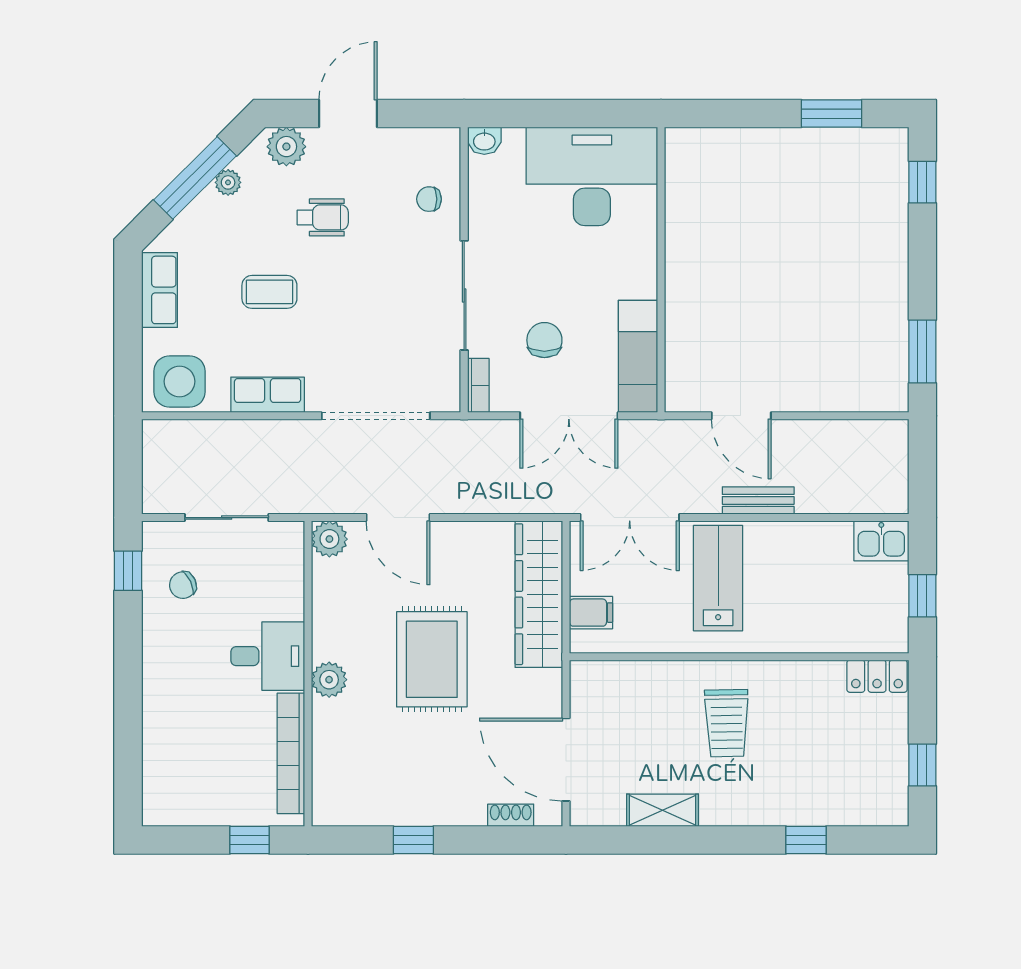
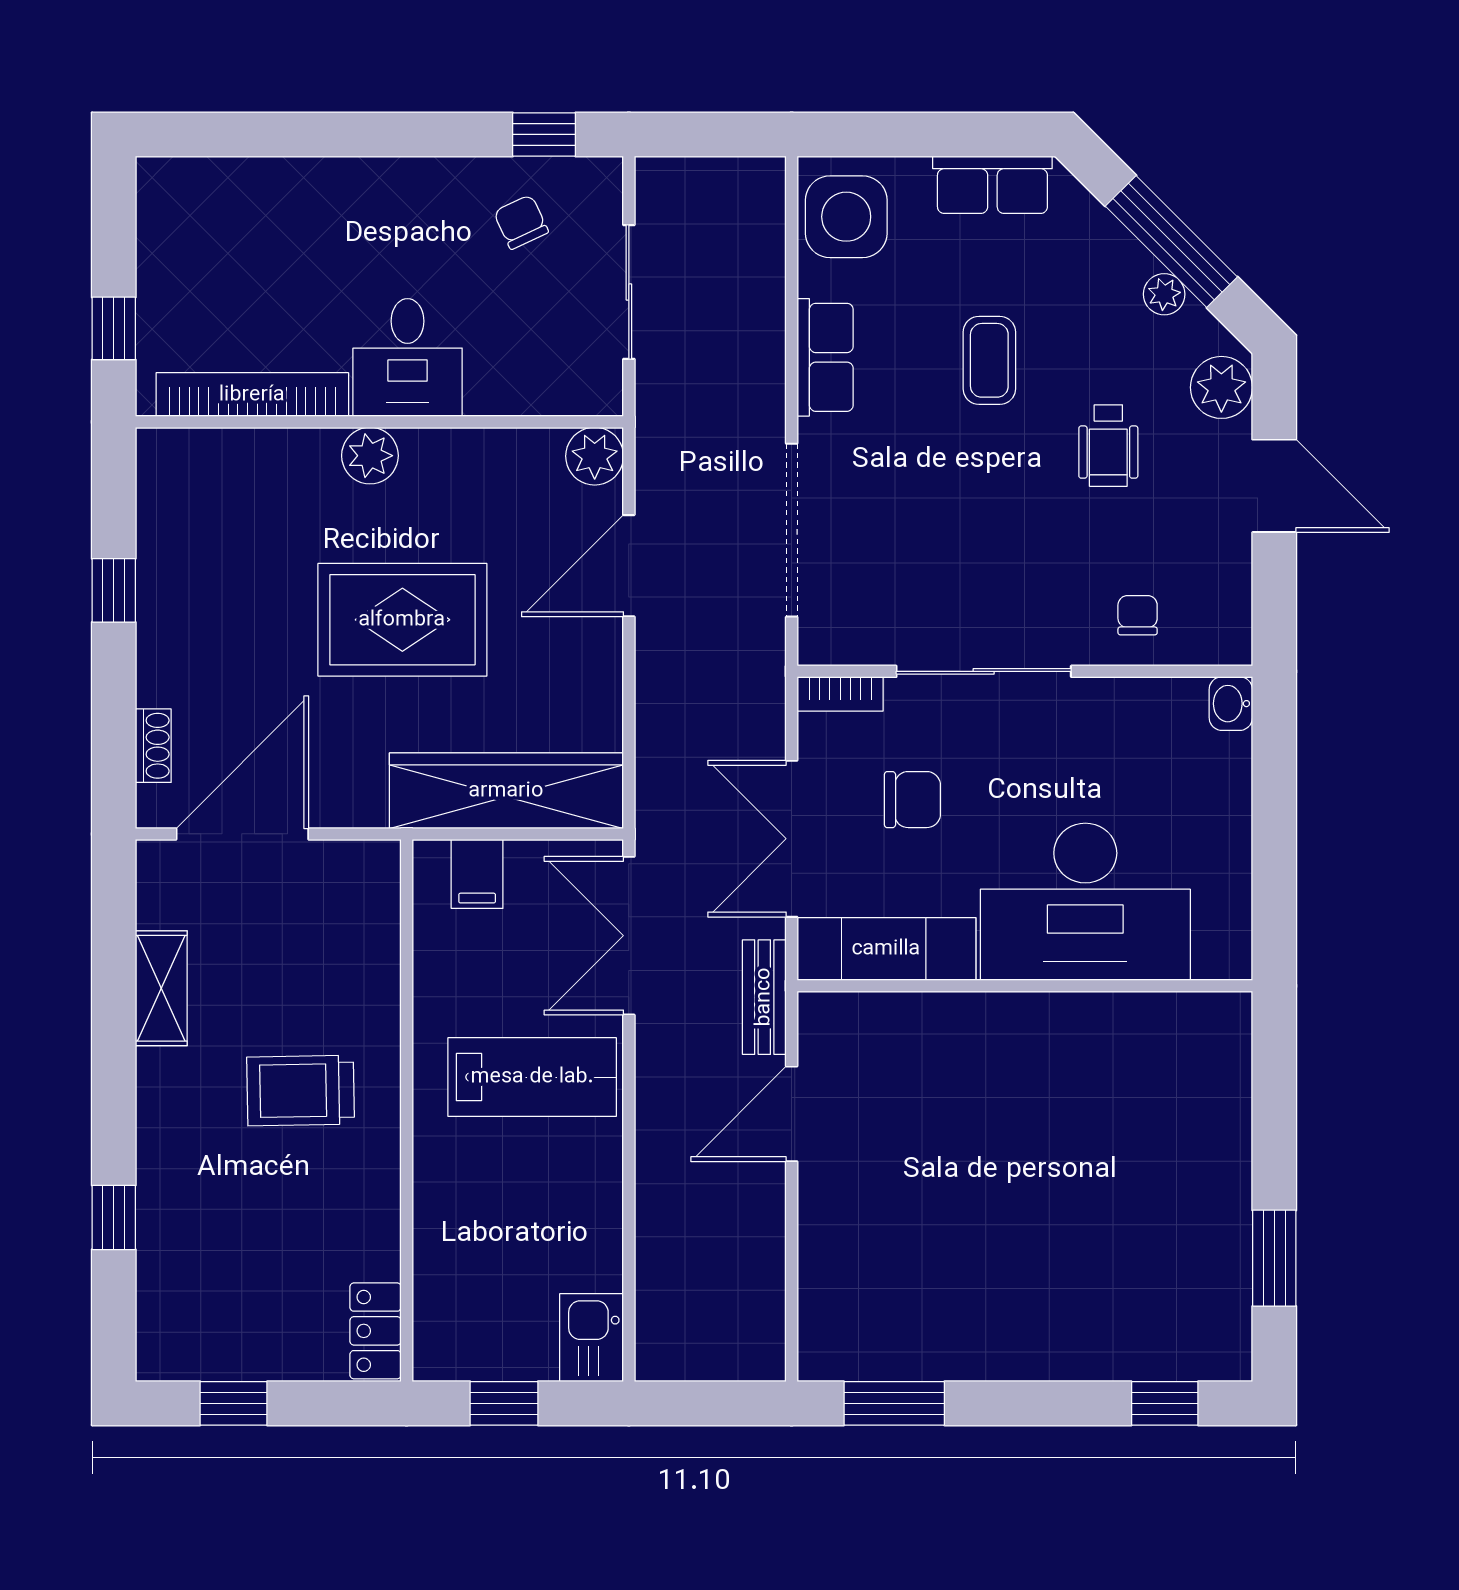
desk: (592, 176) -> (1085, 902), moved, turned 90
bench: (758, 500) -> (764, 997), moved

